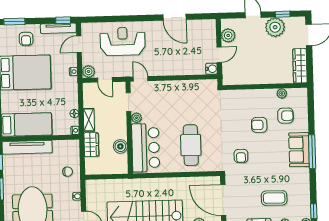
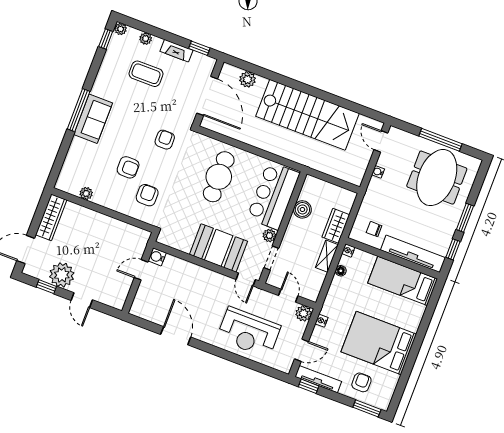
plant: (228, 35) -> (121, 288), removed
booth: (170, 94) -> (219, 248), added
armchair: (285, 116) -> (147, 195), moved, turned 90
chair: (68, 172) -> (374, 229), moved

